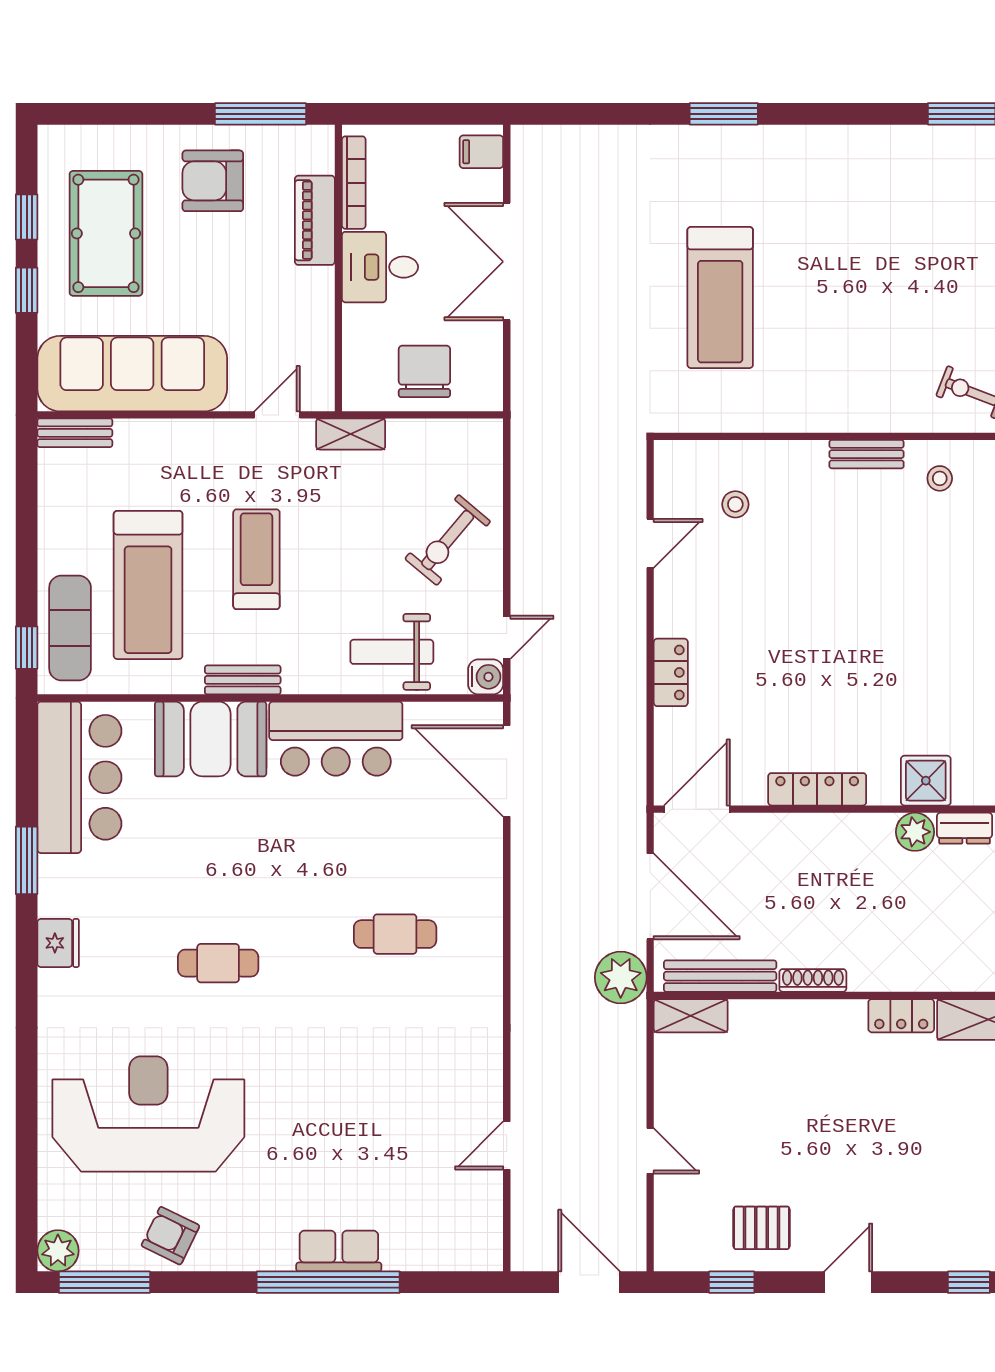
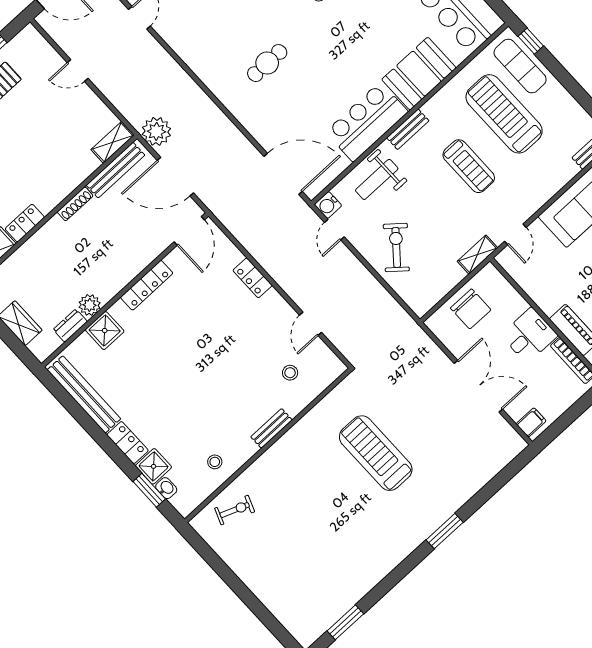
bench: (867, 454) -> (271, 428), moved
weight bench: (392, 652) -> (377, 179), turned 180
bench: (243, 680) -> (408, 129), moved

